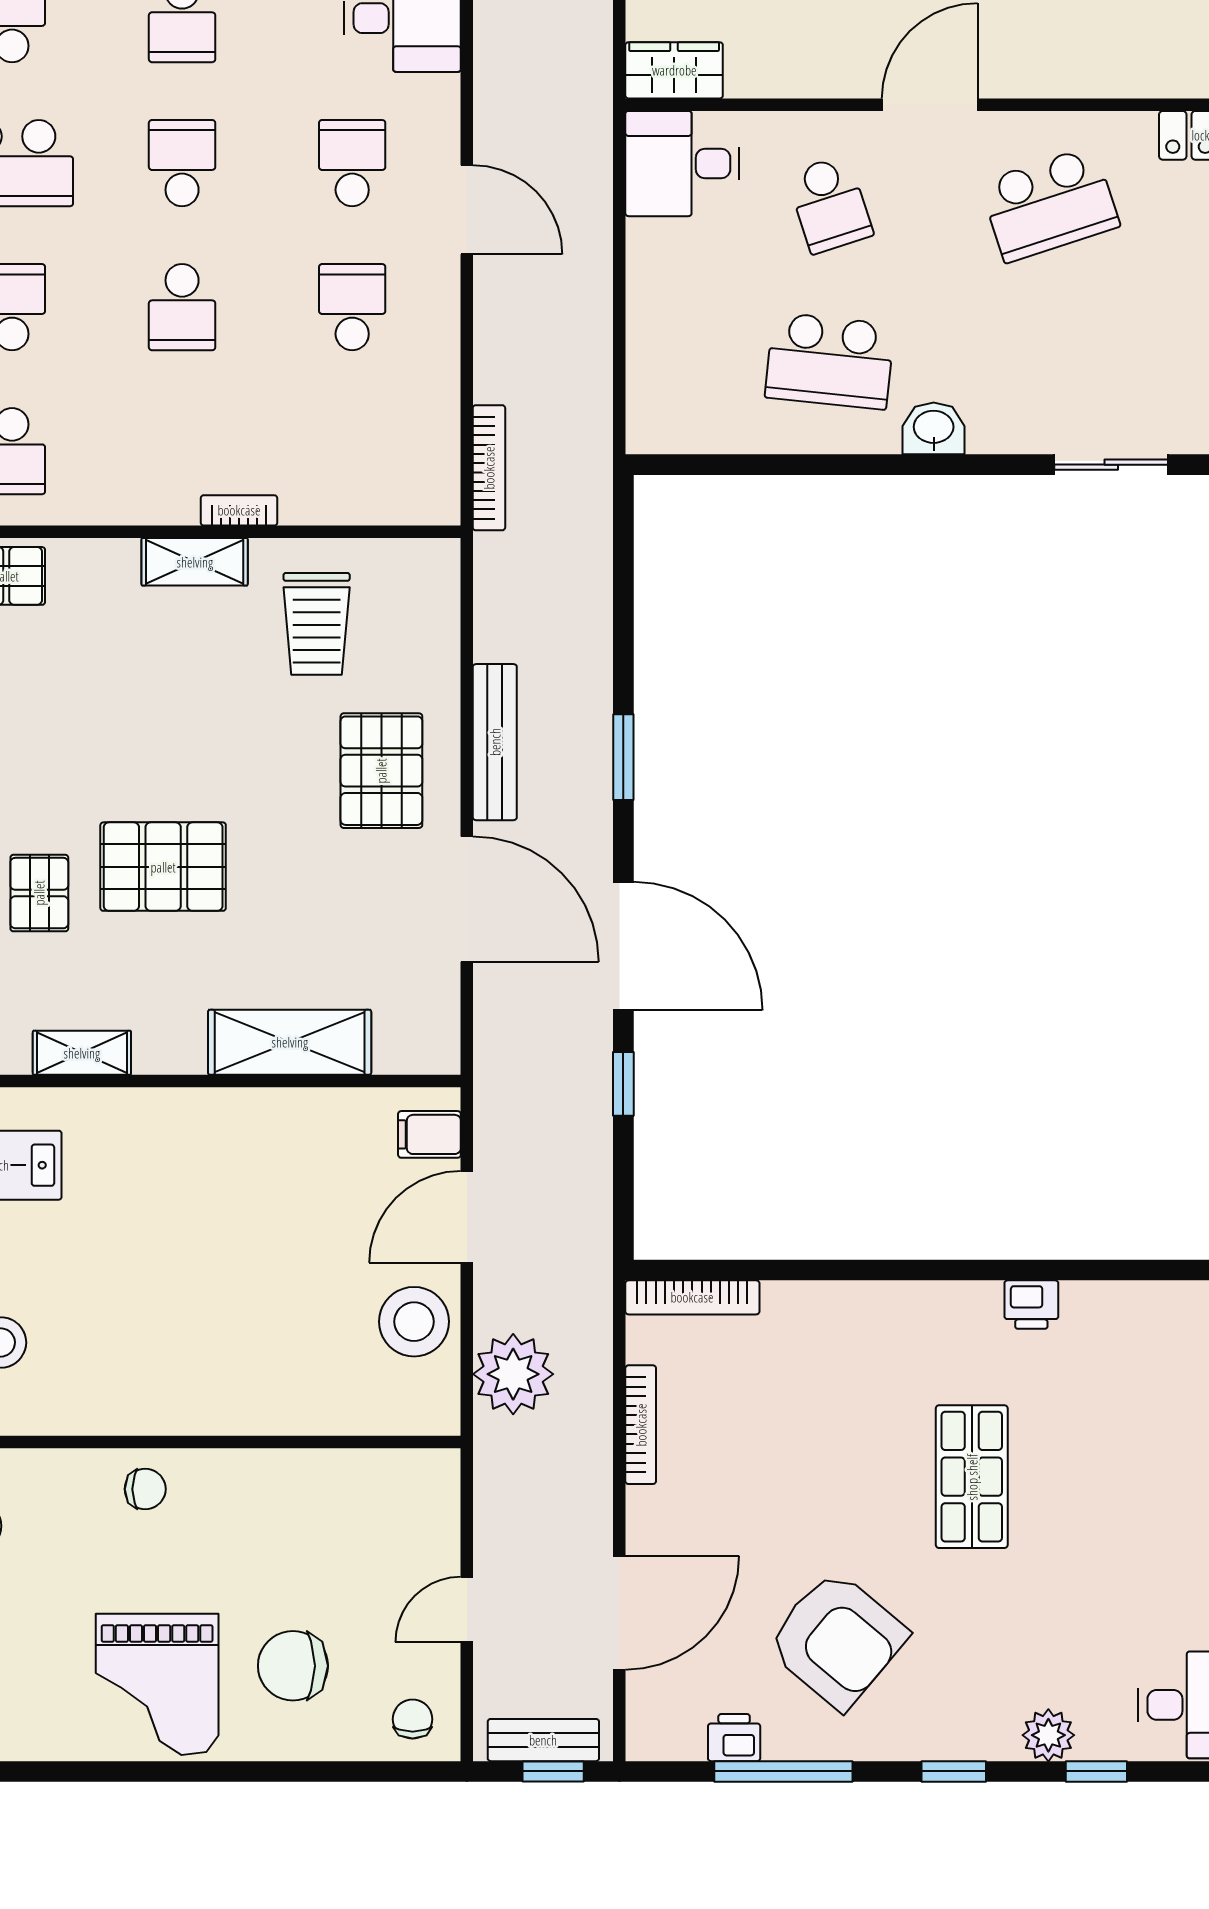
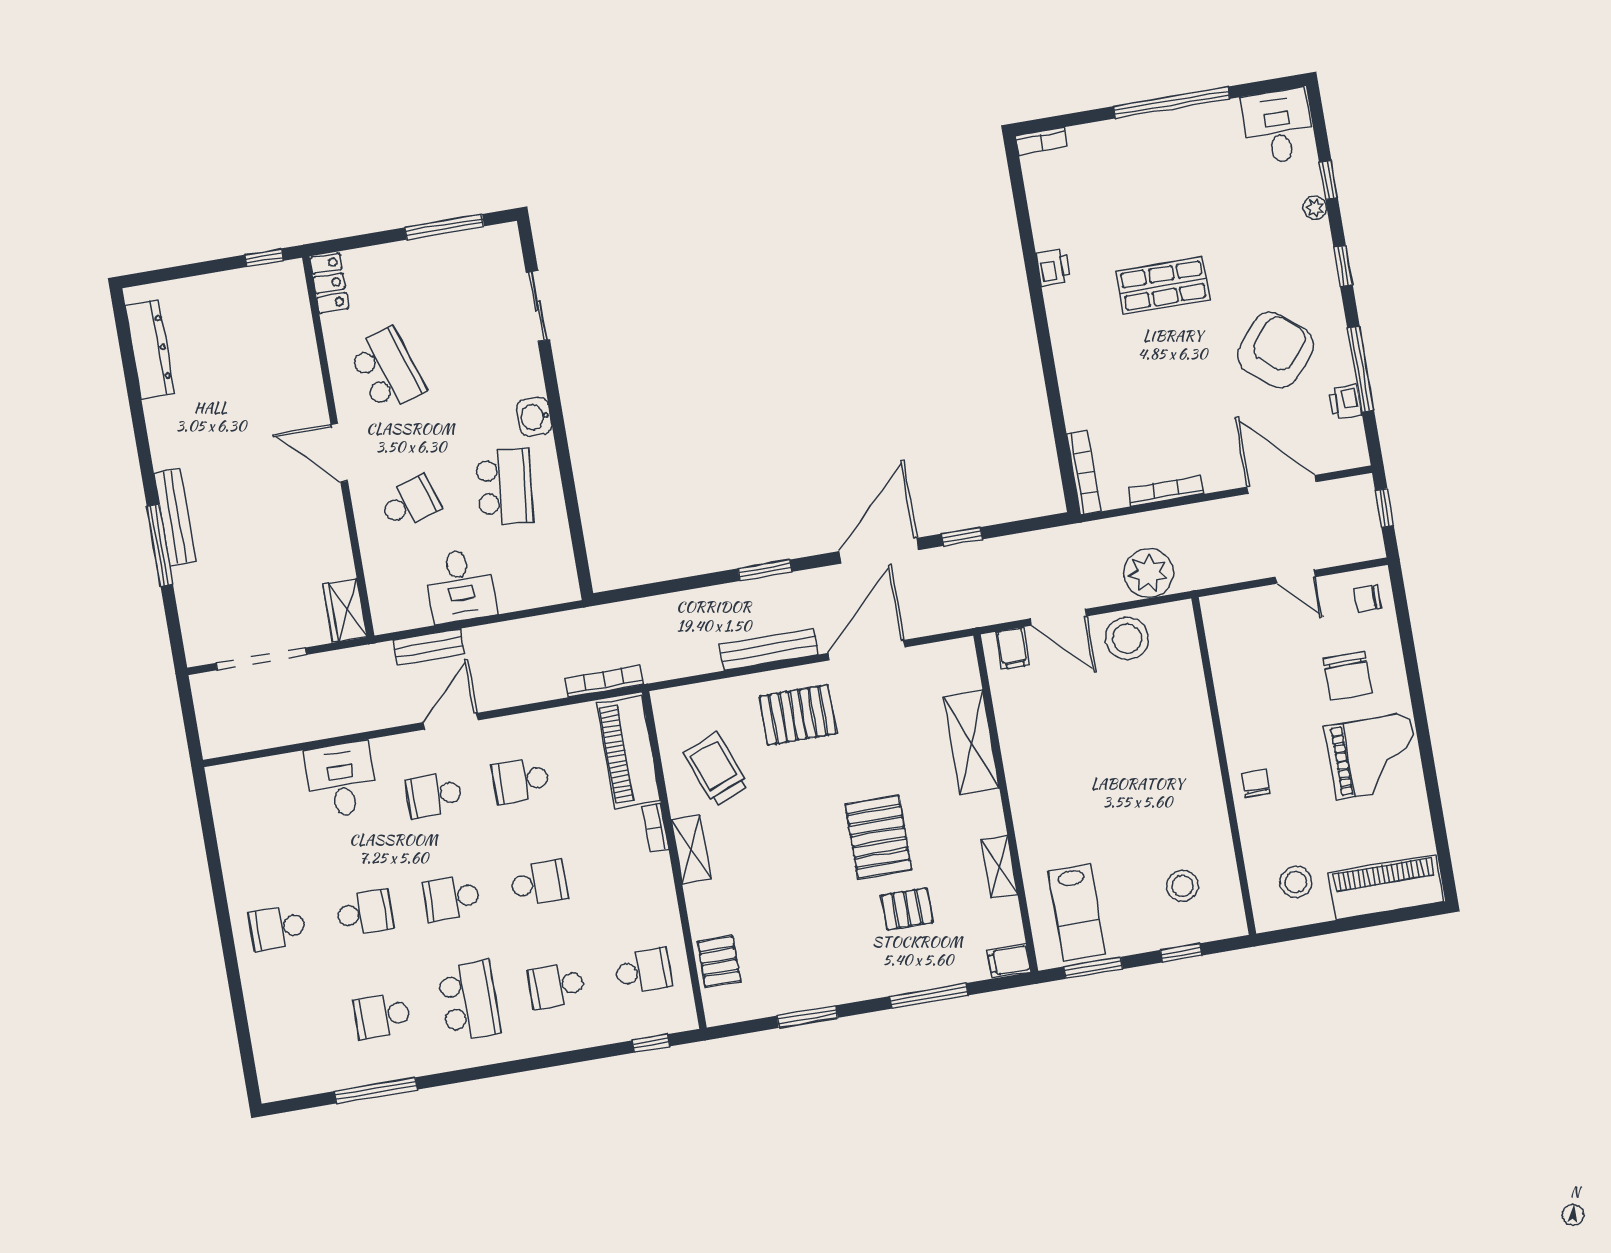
desk: (682, 164) -> (460, 586), moved
piano: (368, 488) -> (628, 752), added
trolley: (317, 624) -> (716, 769), turned -111
plant: (1048, 1735) -> (1315, 208), width x0.73, depth x0.73
bench: (543, 1740) -> (429, 647), moved, turned 90

